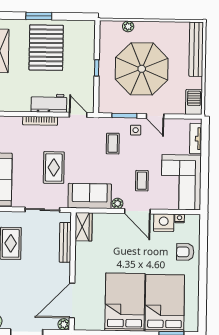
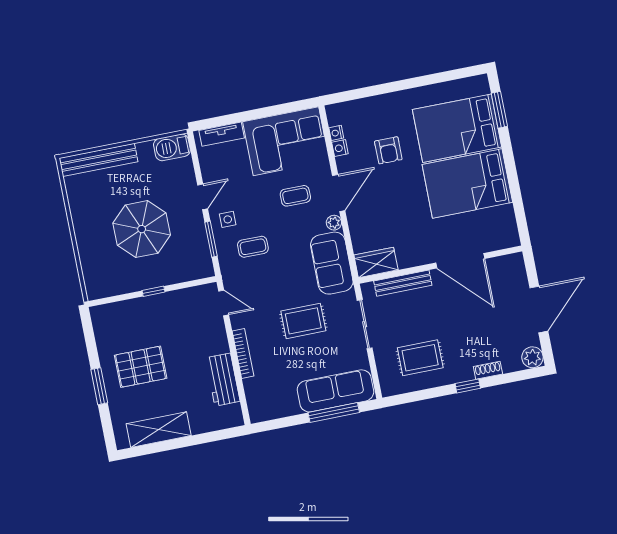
plant: (128, 26) -> (87, 260), removed
pallet: (46, 48) -> (141, 367), width x0.73, depth x0.71
parasol: (142, 69) -> (142, 229), width x0.73, depth x0.73
workbench: (49, 103) -> (223, 380), moved
door: (78, 115) -> (224, 303), swing flipped
nightstand: (164, 223) -> (340, 148), width x0.53, depth x0.56
armchair: (185, 252) -> (388, 150), moved
door: (72, 300) -> (460, 261), moved
plant: (64, 324) -> (516, 261), removed

